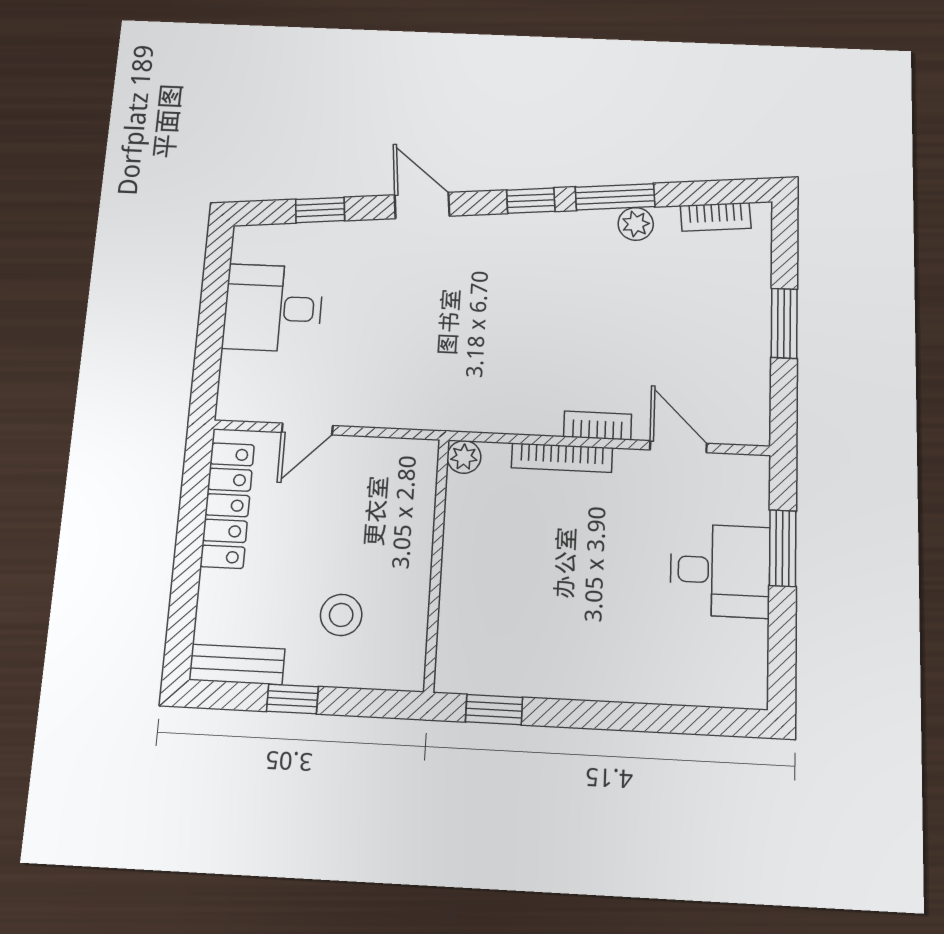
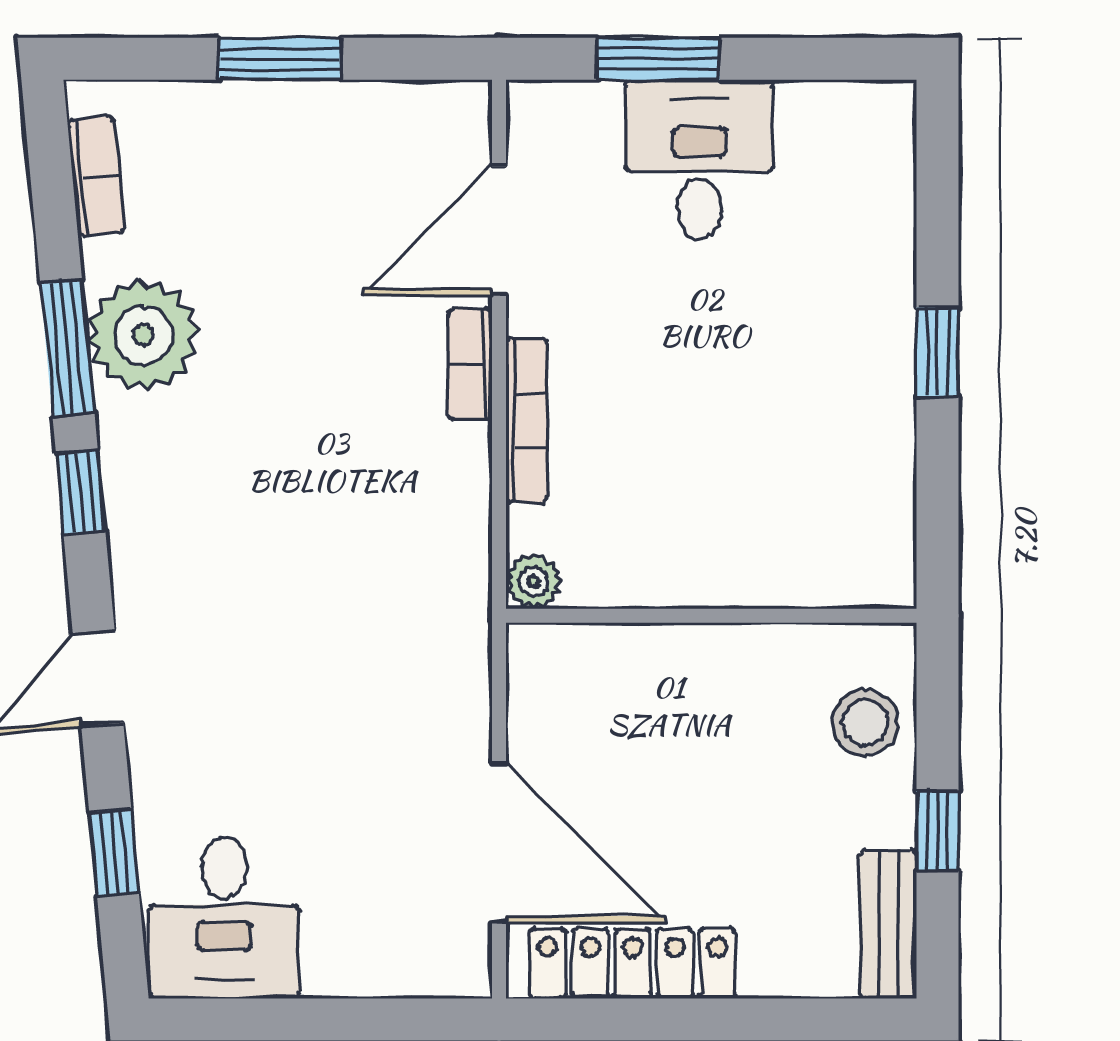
plant: (636, 224) -> (143, 335), width x1.87, depth x1.87
desk: (273, 308) -> (224, 918), moved
door: (307, 429) -> (499, 843), width x1.87
door: (678, 447) -> (499, 230), width x1.38
stool: (341, 615) -> (865, 723), moved
window: (494, 710) -> (938, 352), moved

